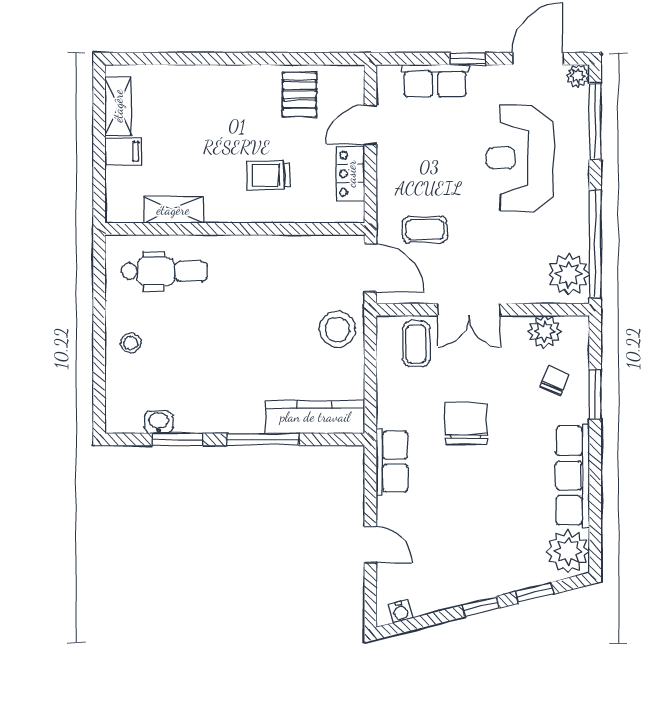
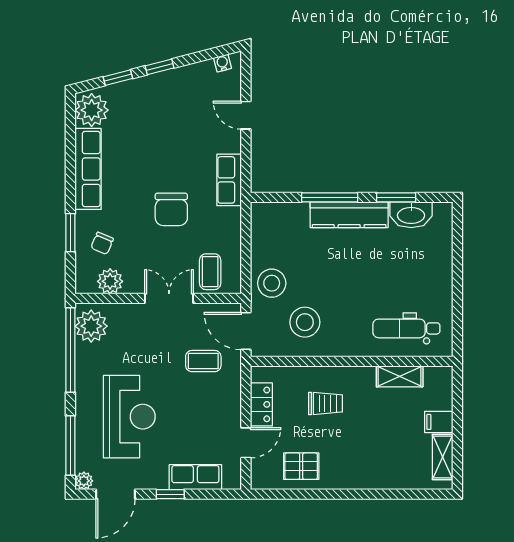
pallet: (299, 95) -> (301, 466), turned 90
stool: (131, 343) -> (305, 322), moved, width x1.89, depth x1.89
kitchen counter: (315, 417) -> (349, 215), moved
washbasin: (159, 422) -> (411, 215), width x1.91, depth x1.45

